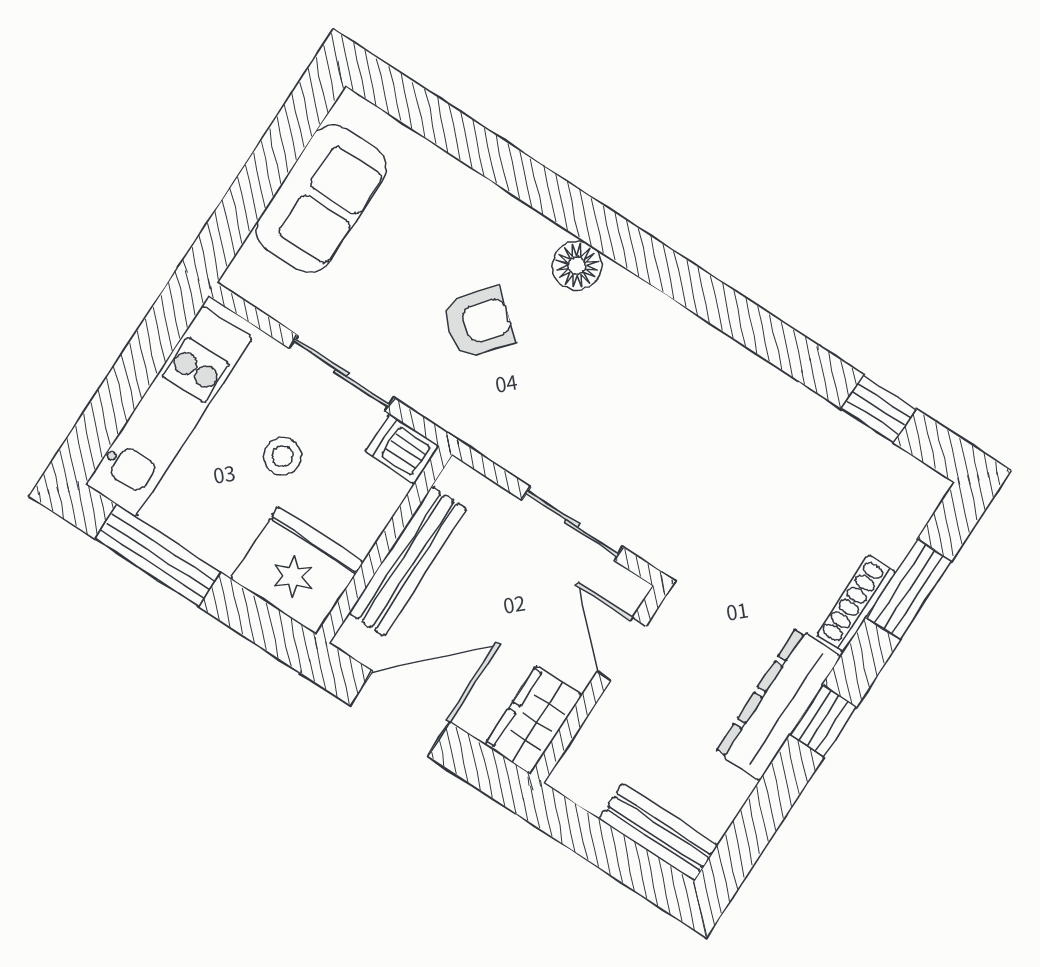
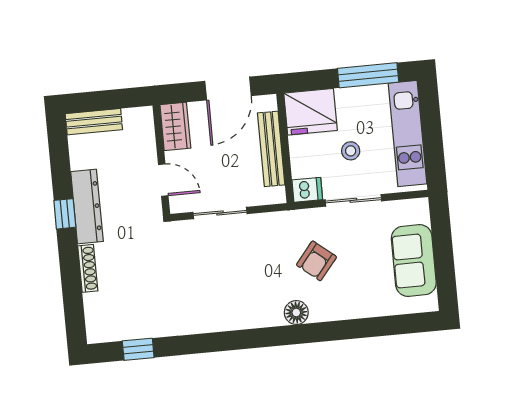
window: (909, 589) -> (72, 290), removed

